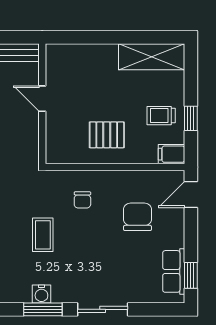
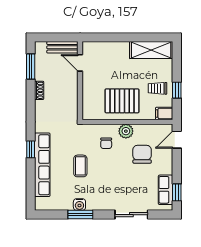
door: (42, 99) -> (80, 63), moved
pallet: (107, 135) -> (122, 101), width x1.50, depth x1.42
plant: (113, 181) -> (126, 131), added
sliding door: (103, 309) -> (131, 215), moved

